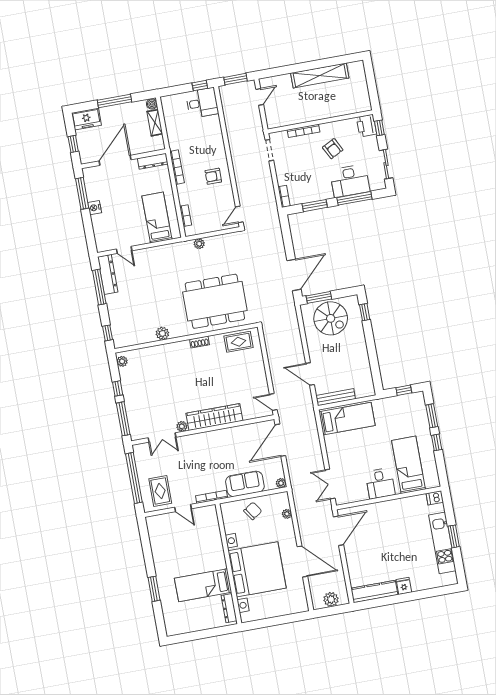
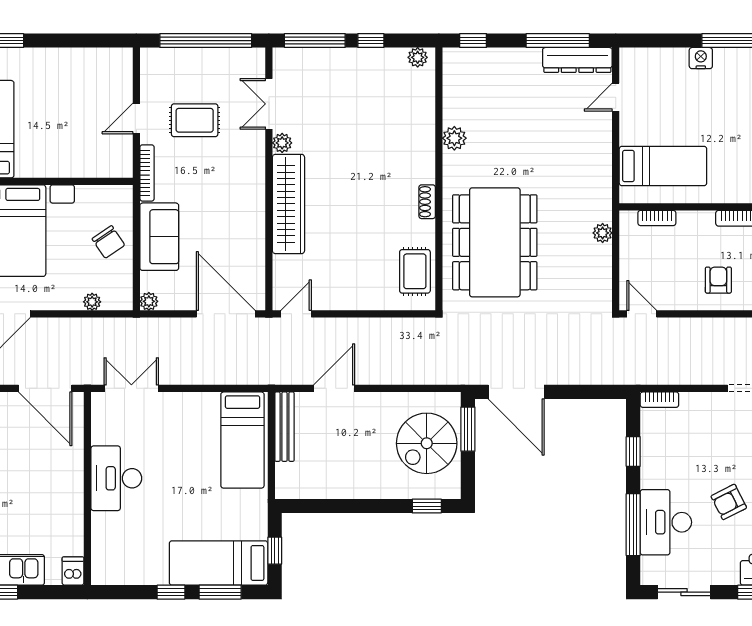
window: (315, 206) -> (633, 451), width x0.67
bed: (408, 465) -> (219, 563), moved, turned 180
desk: (380, 483) -> (116, 478), width x1.37
rug: (160, 491) -> (195, 120), moved

